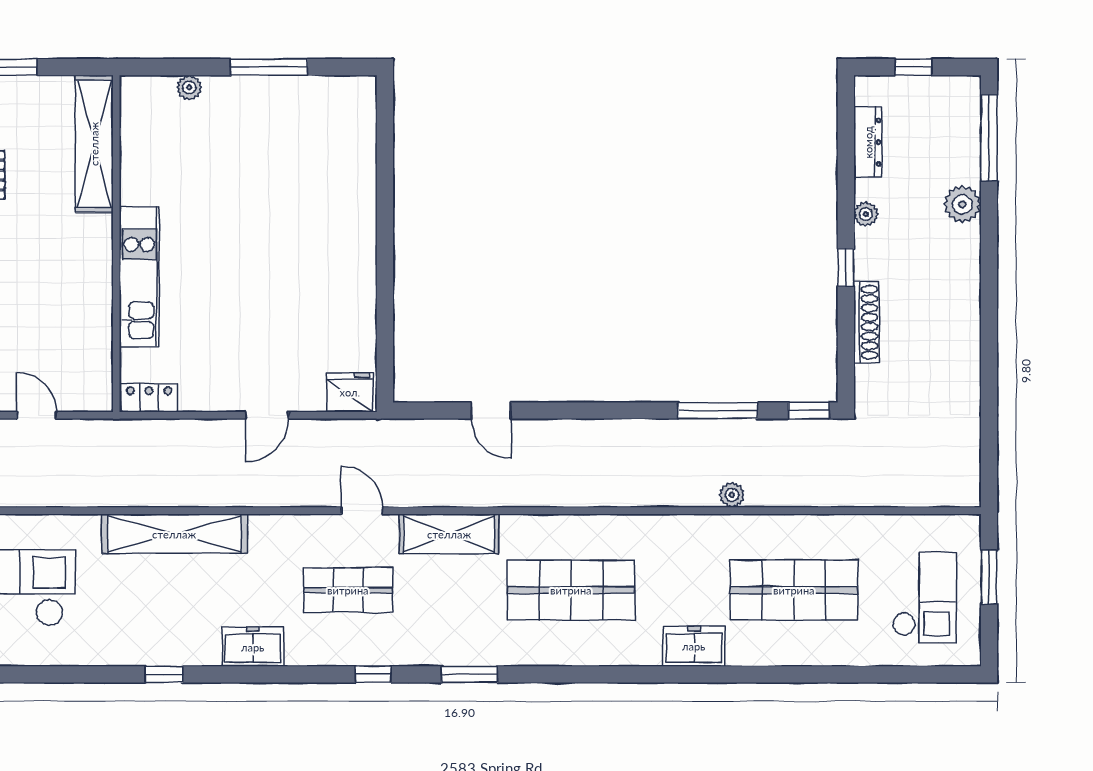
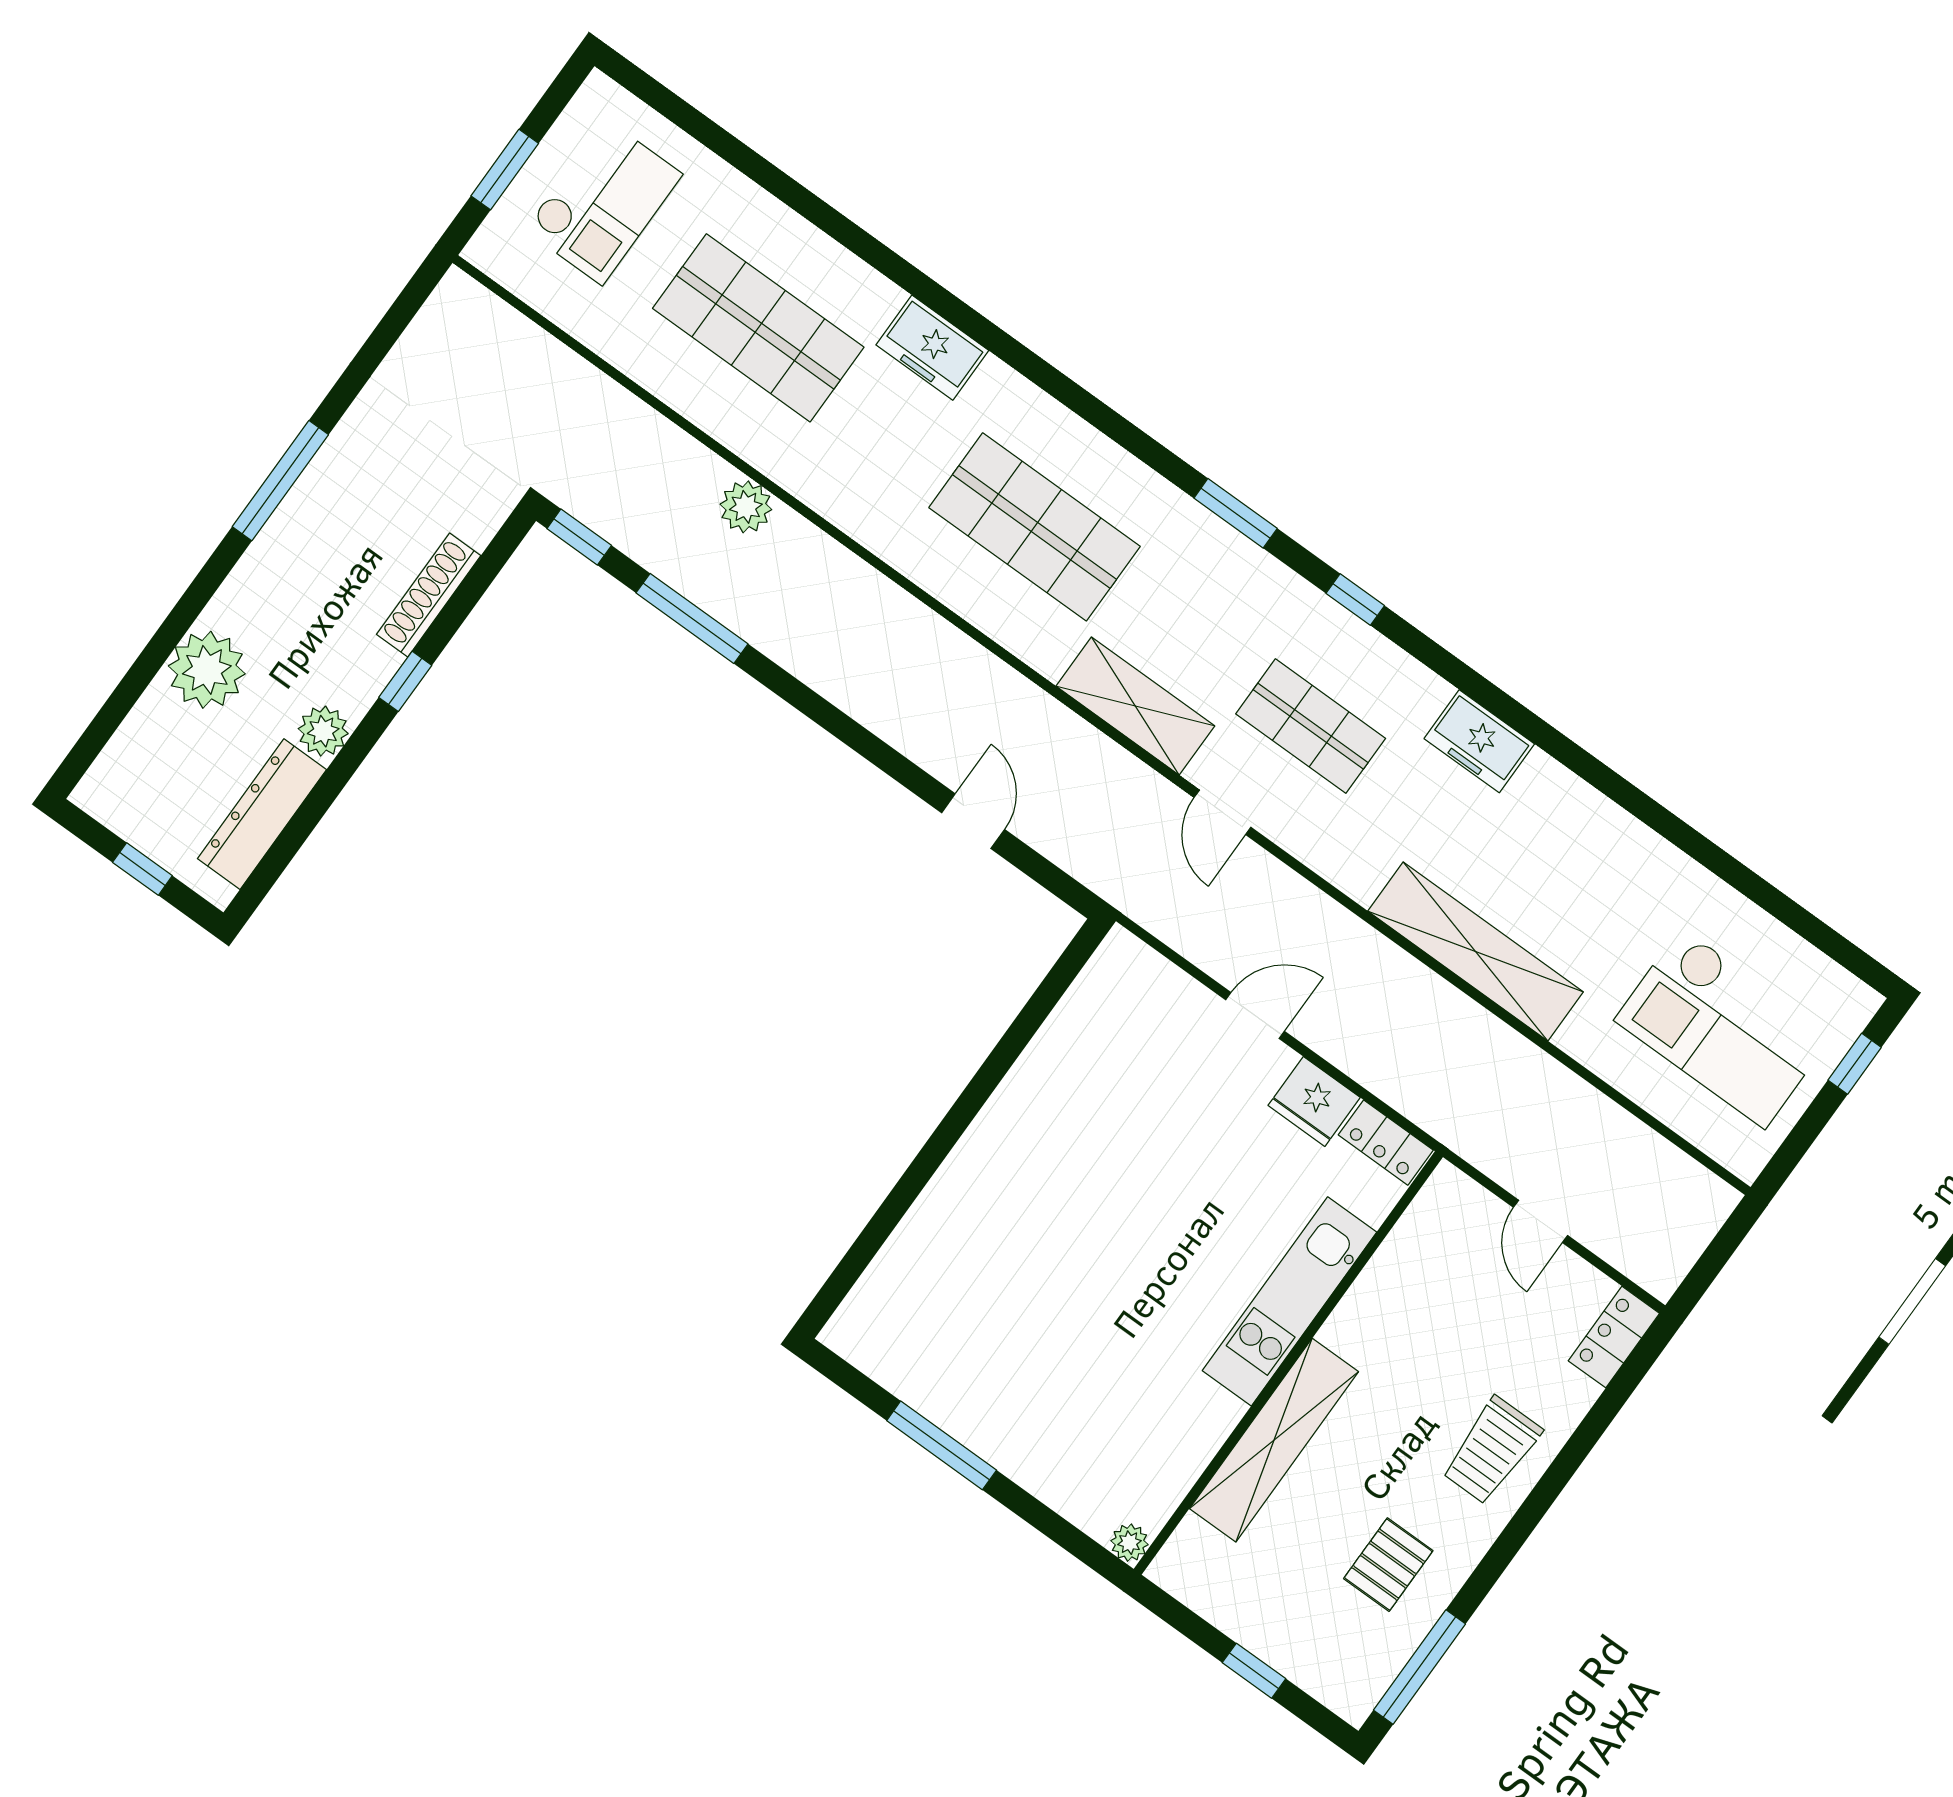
plant: (189, 87) -> (1129, 1543), moved
window: (989, 138) -> (280, 481), moved
dresser: (868, 142) -> (262, 814), width x1.37, depth x1.24
shelving: (94, 144) -> (1274, 1440), moved
plant: (962, 204) -> (207, 670), width x1.36, depth x1.36
plant: (866, 214) -> (323, 731), width x1.38, depth x1.38
fridge: (350, 392) -> (1314, 1101), moved
plant: (732, 495) -> (746, 507), width x1.38, depth x1.38
checkout: (924, 598) -> (603, 202), turned 180
window: (164, 674) -> (1614, 786), removed

